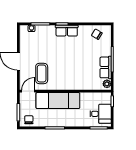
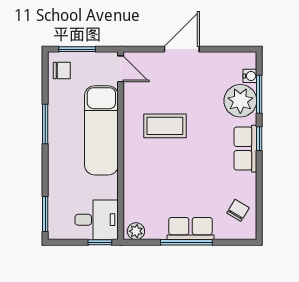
plant: (44, 33) -> (240, 101), added
row of seats: (106, 67) -> (191, 229), moved
coffee table: (42, 73) -> (165, 126), moved
desk: (101, 114) -> (97, 220), moved, turned -90

